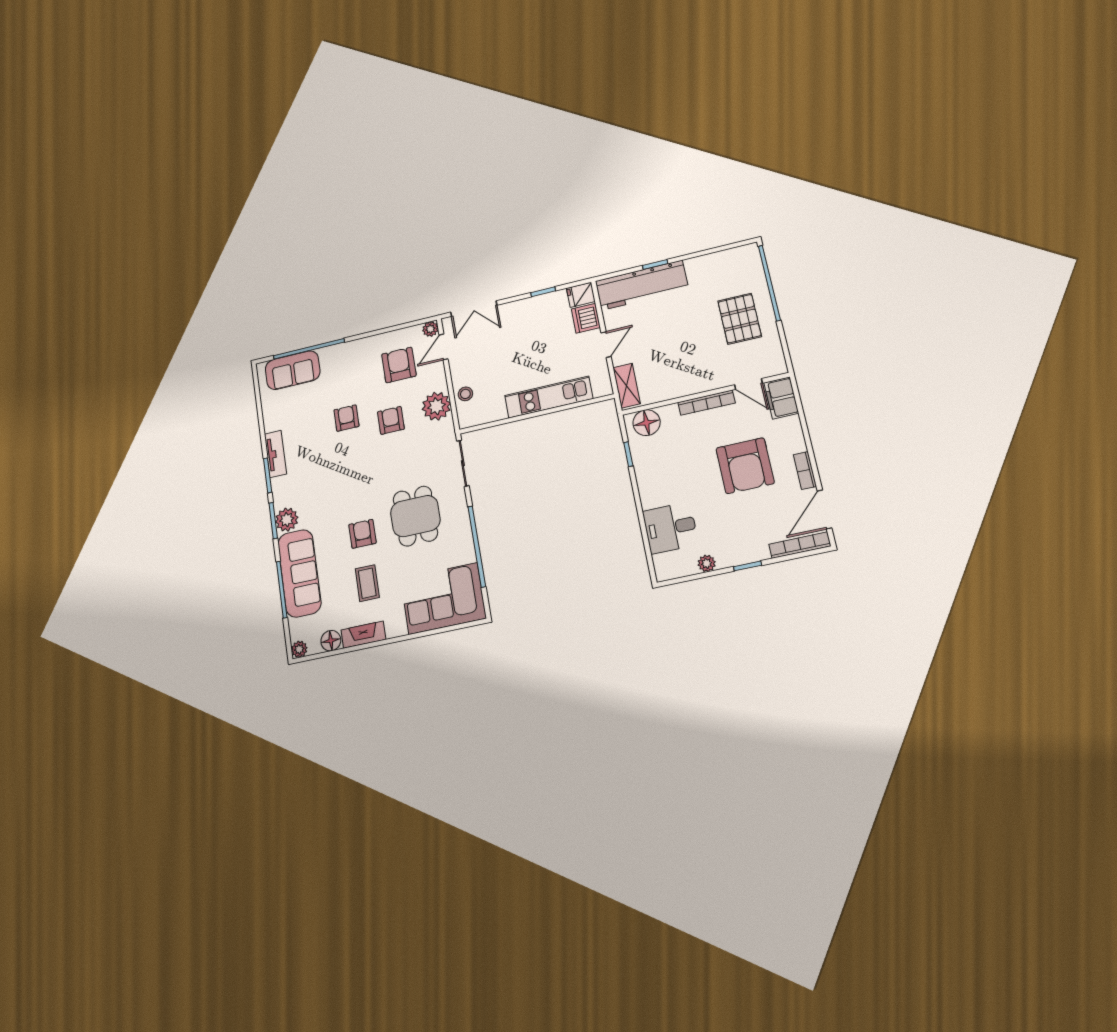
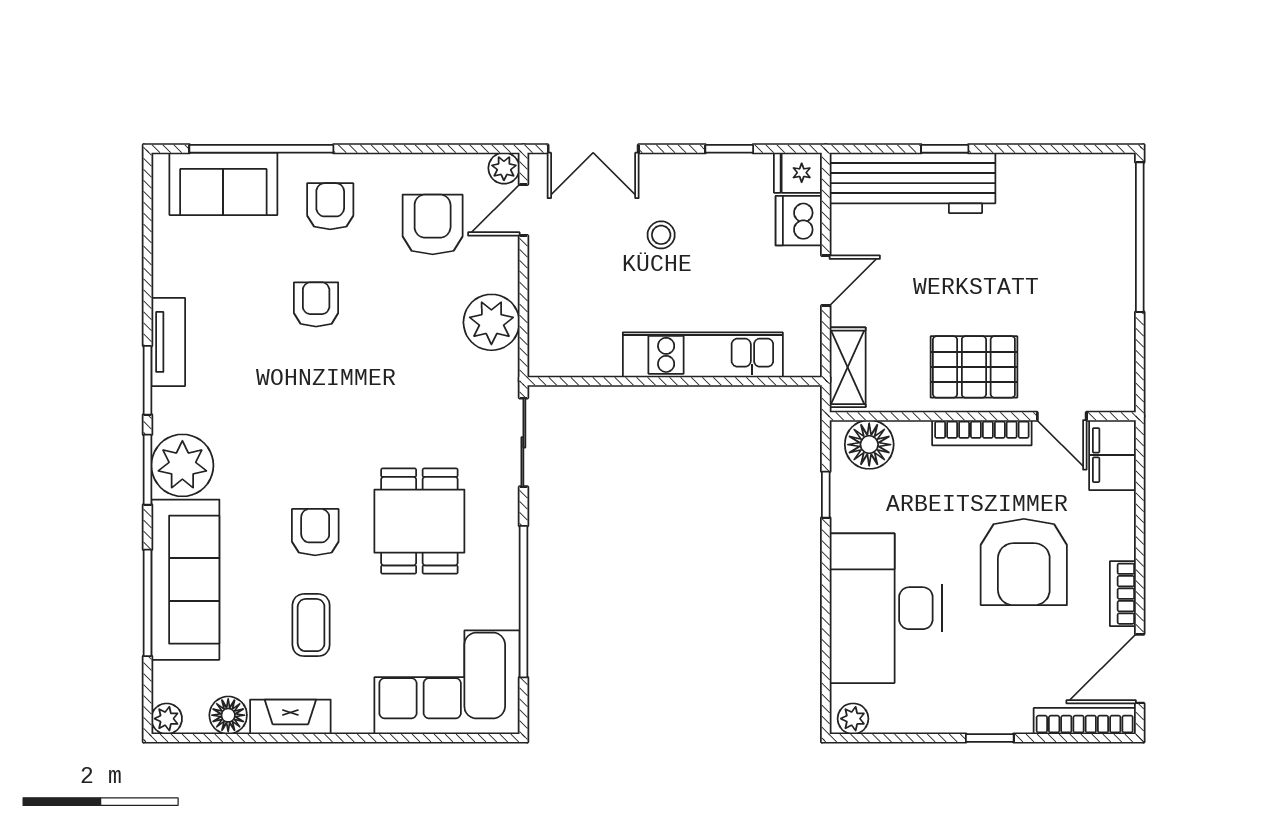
pallet: (740, 319) -> (974, 367), moved, turned 90
stool: (465, 394) -> (661, 235), moved
armchair: (391, 420) -> (330, 206), moved
plant: (287, 520) -> (182, 465), width x1.36, depth x1.36
desk: (670, 528) -> (886, 608), width x1.87, depth x1.30
plant: (707, 563) -> (853, 719), moved

